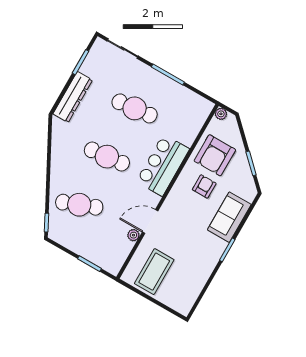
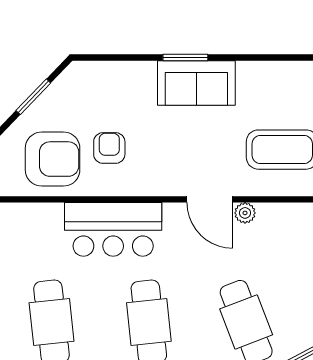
armchair: (204, 186) -> (109, 148), turned 90
sofa: (229, 217) -> (196, 83), moved

